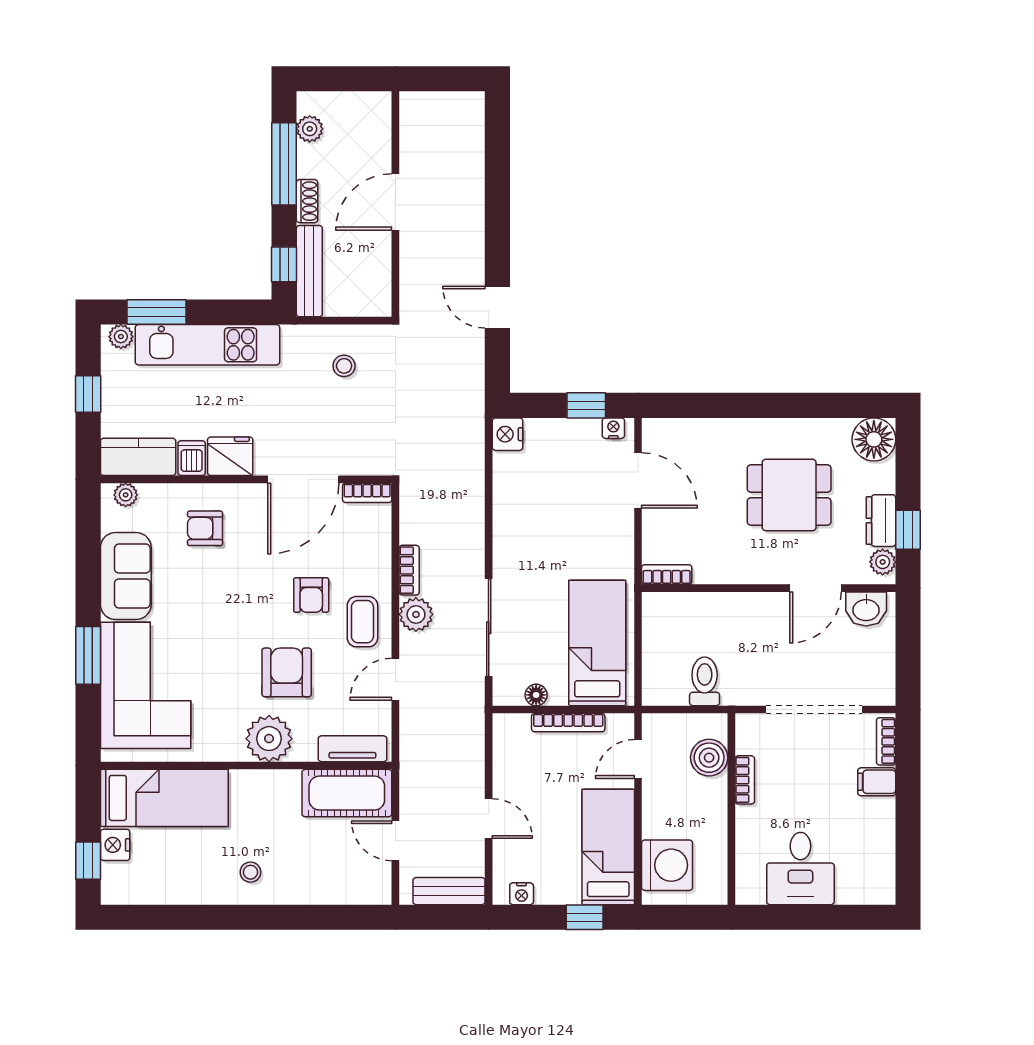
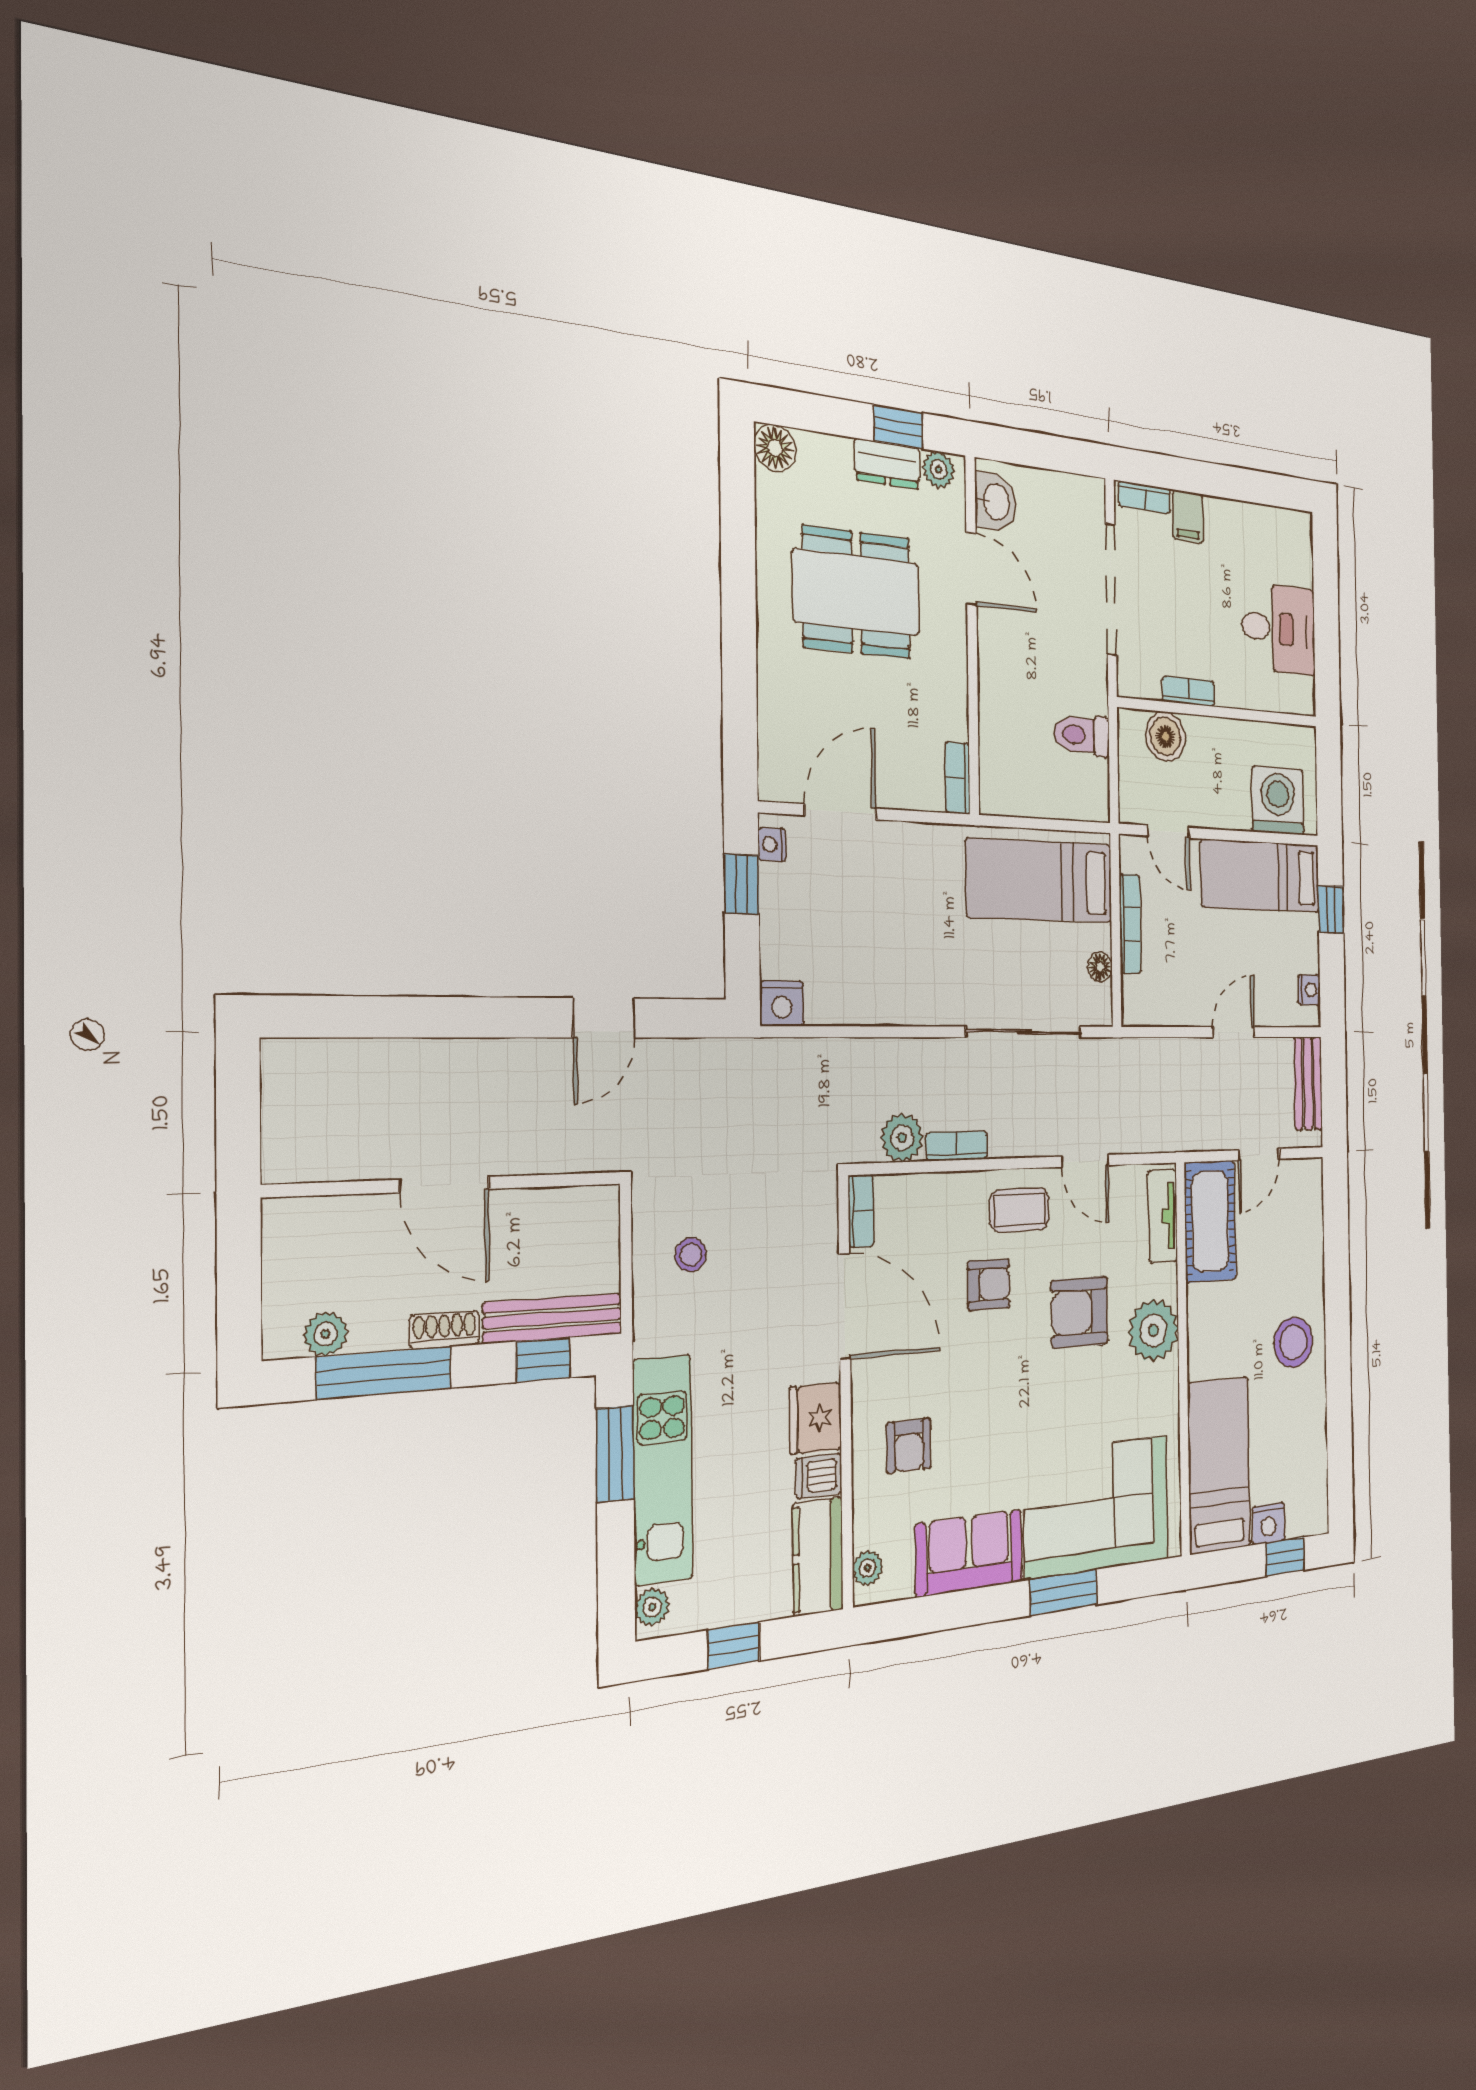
window: (156, 312) -> (615, 1454), moved
floor lamp: (874, 439) -> (775, 448), width x0.73, depth x0.73
dining table: (789, 495) -> (857, 592), width x1.38
plant: (416, 614) -> (902, 1138), moved
stool: (250, 872) -> (1293, 1342), width x1.89, depth x1.89

